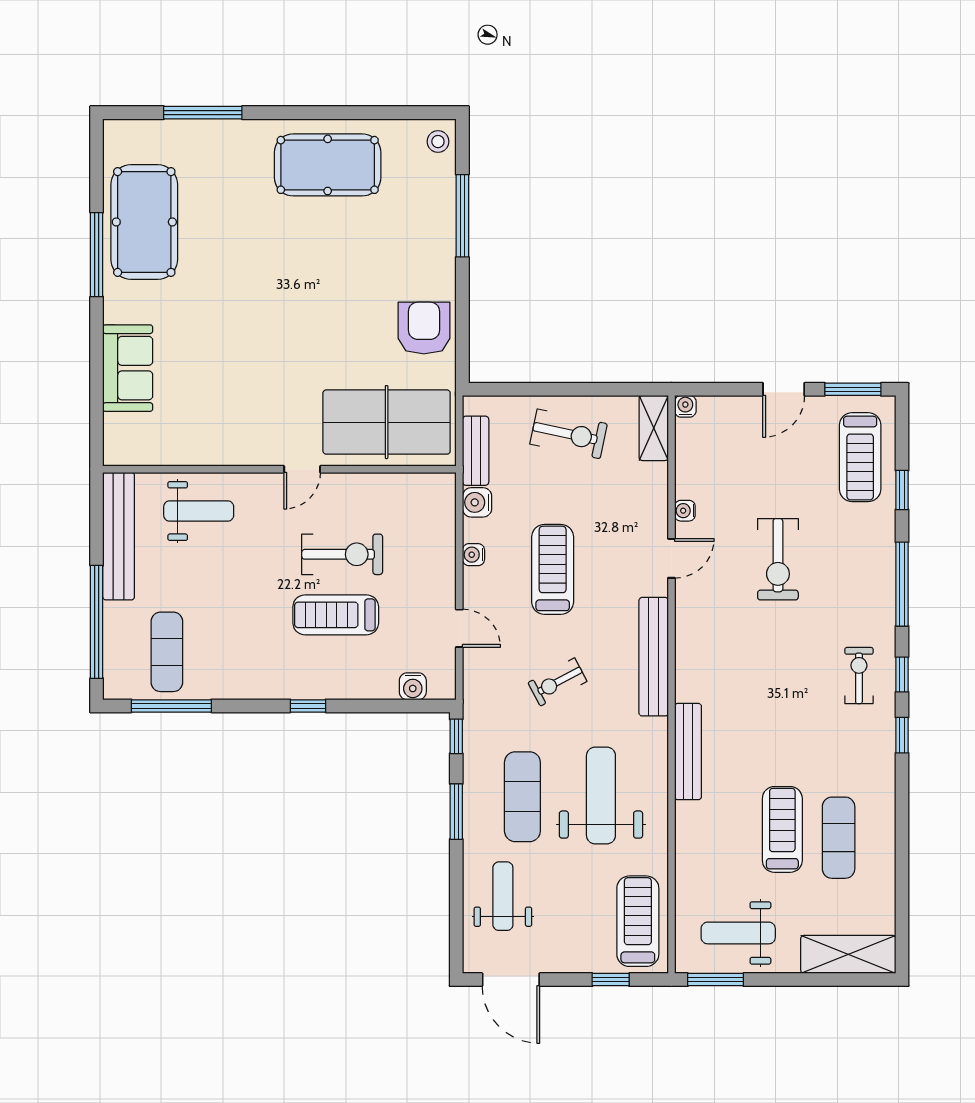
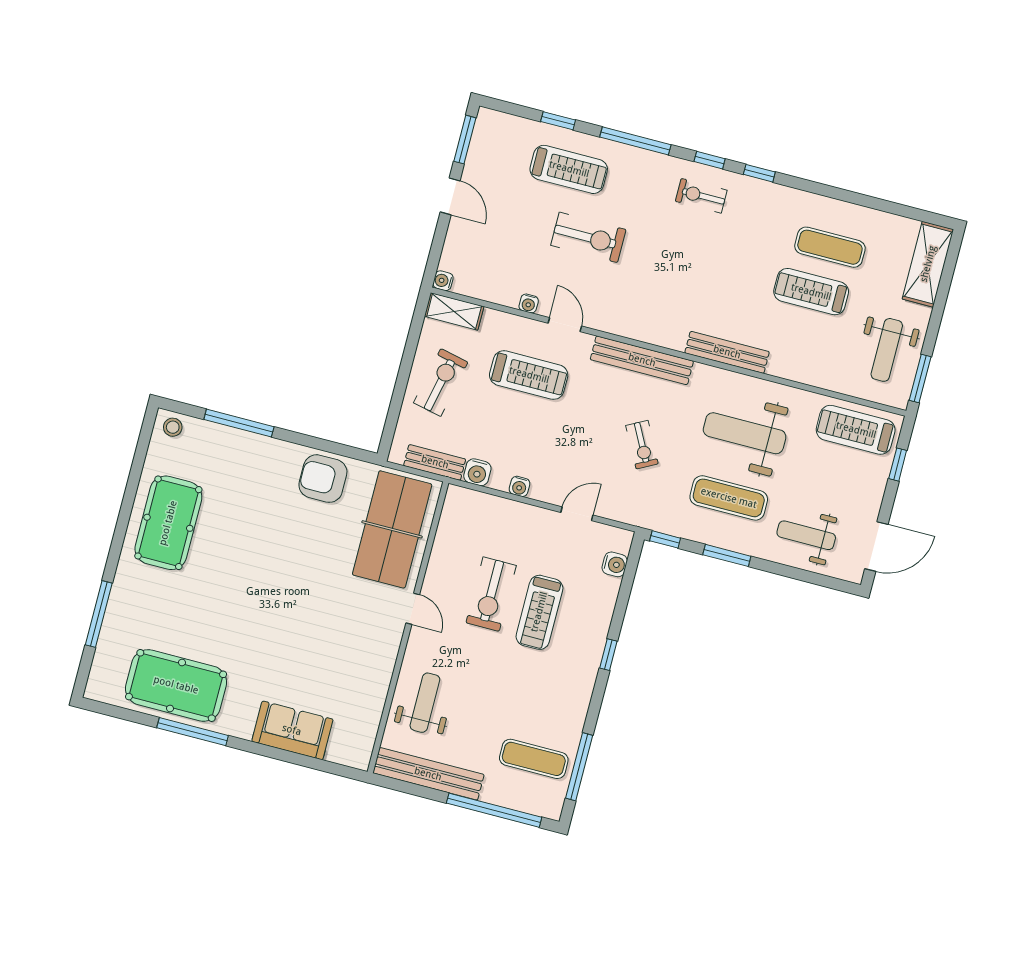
treadmill: (860, 457) -> (569, 169), moved
exercise bike: (342, 554) -> (491, 594), turned 180
treadmill: (553, 569) -> (529, 375), moved, turned 180

